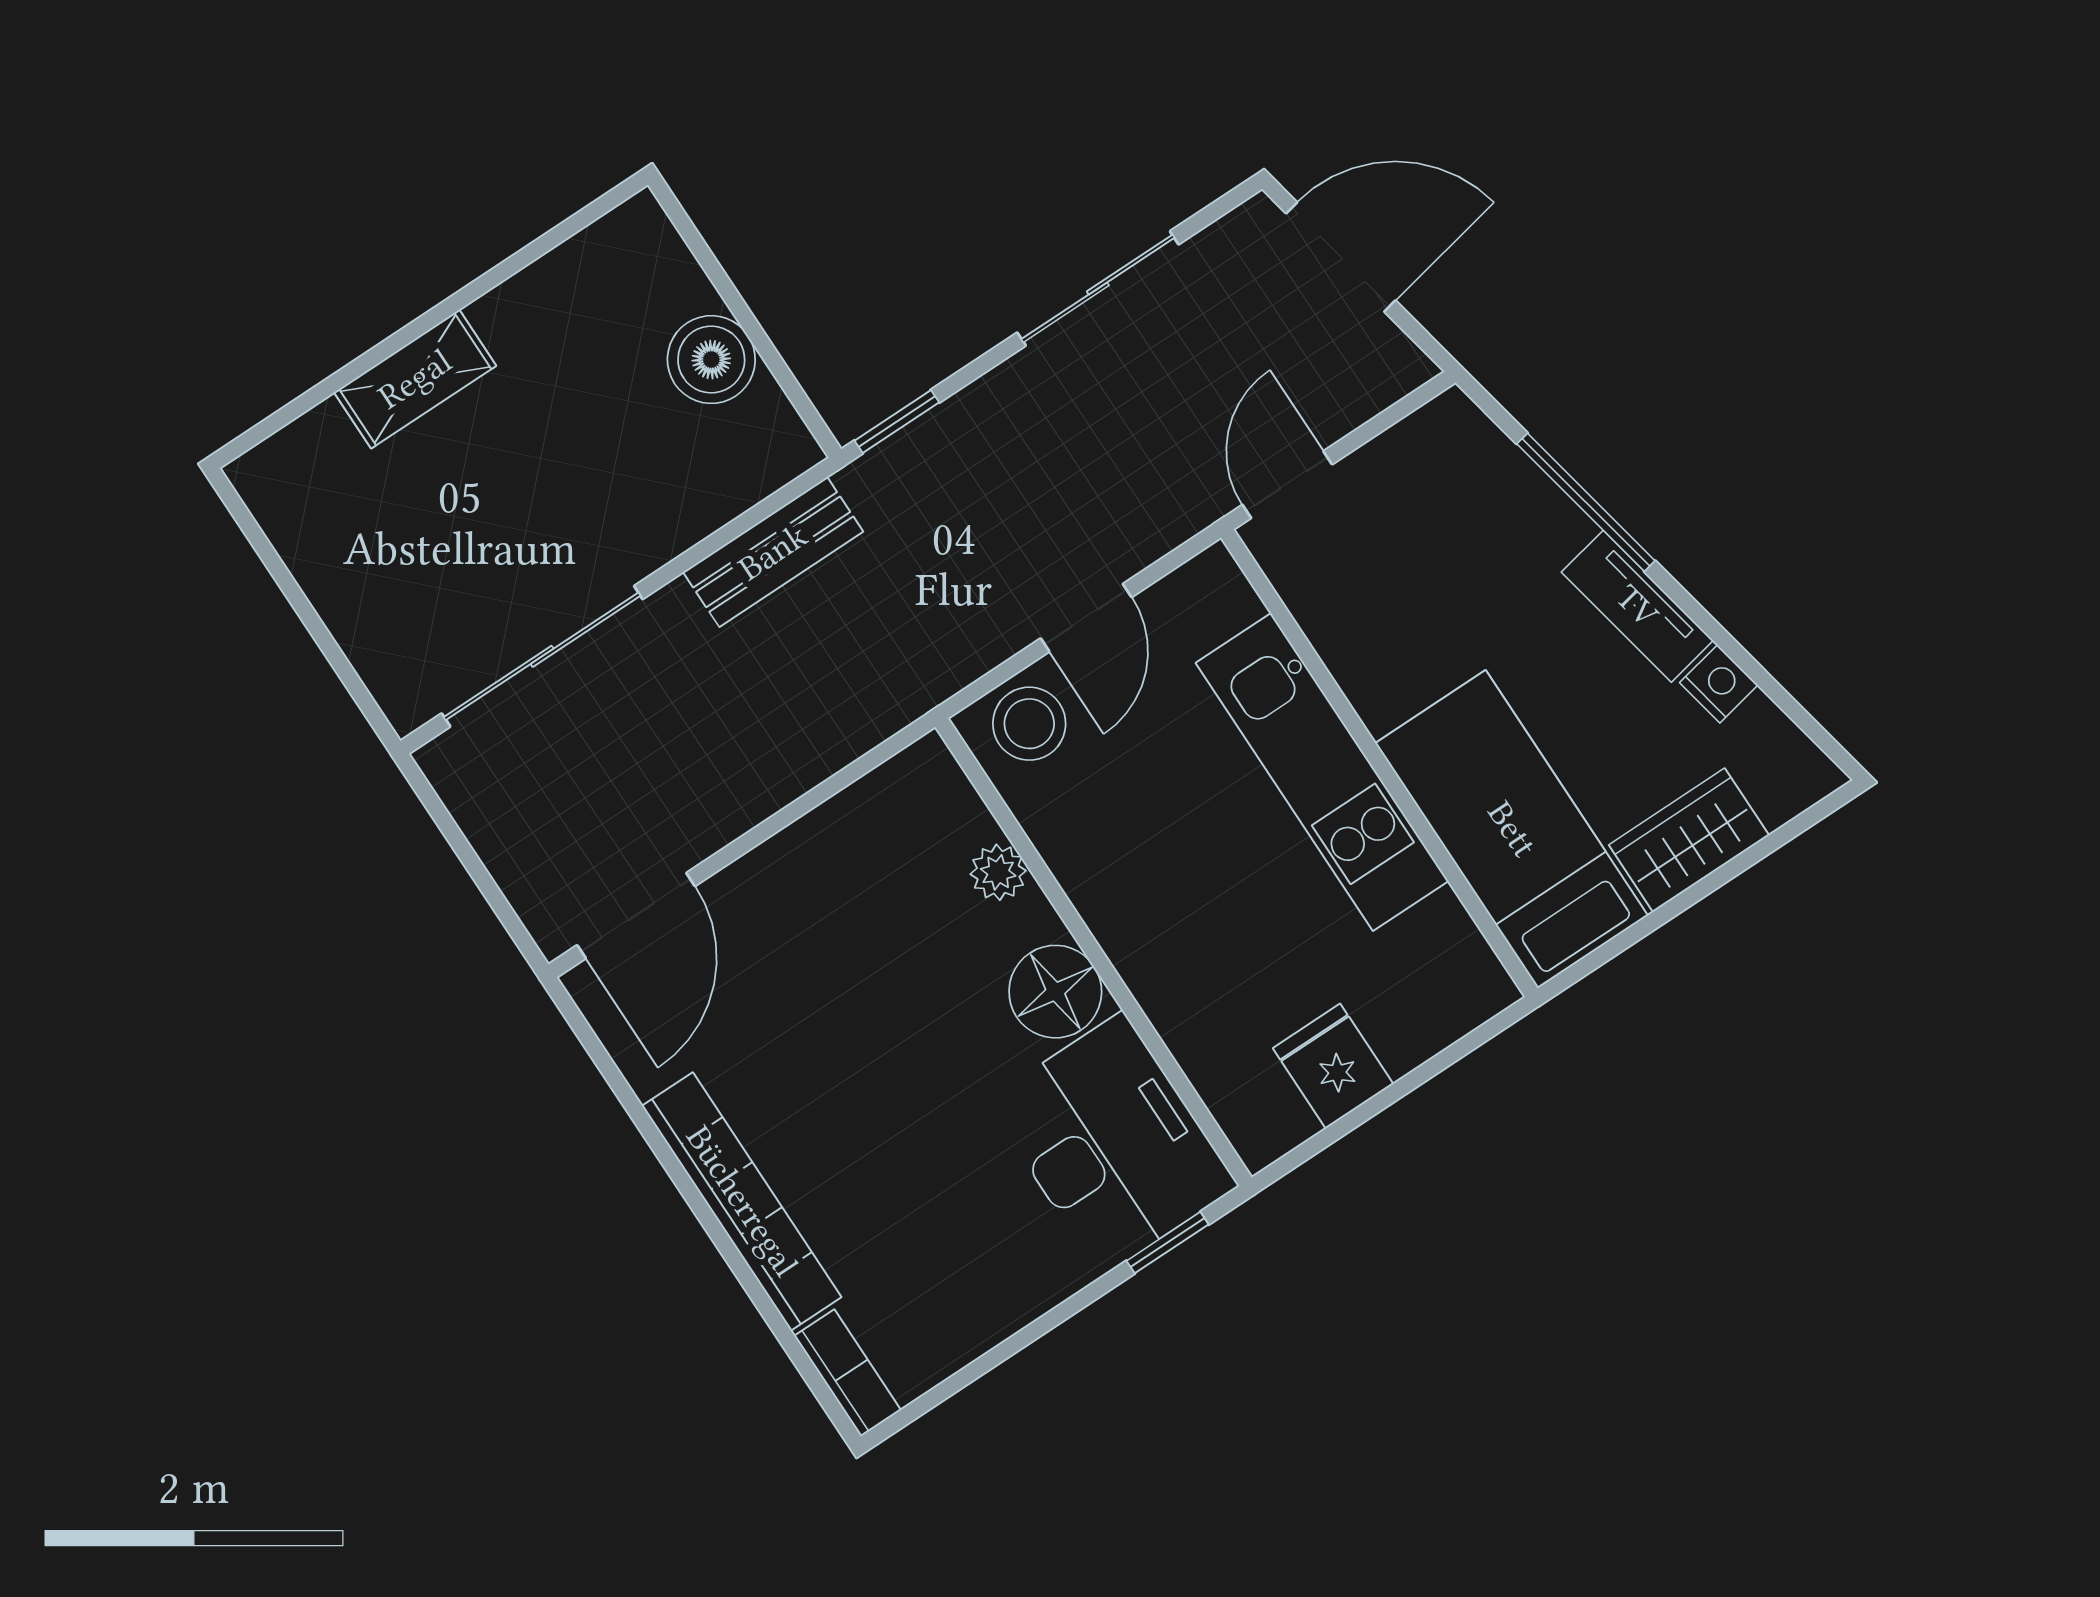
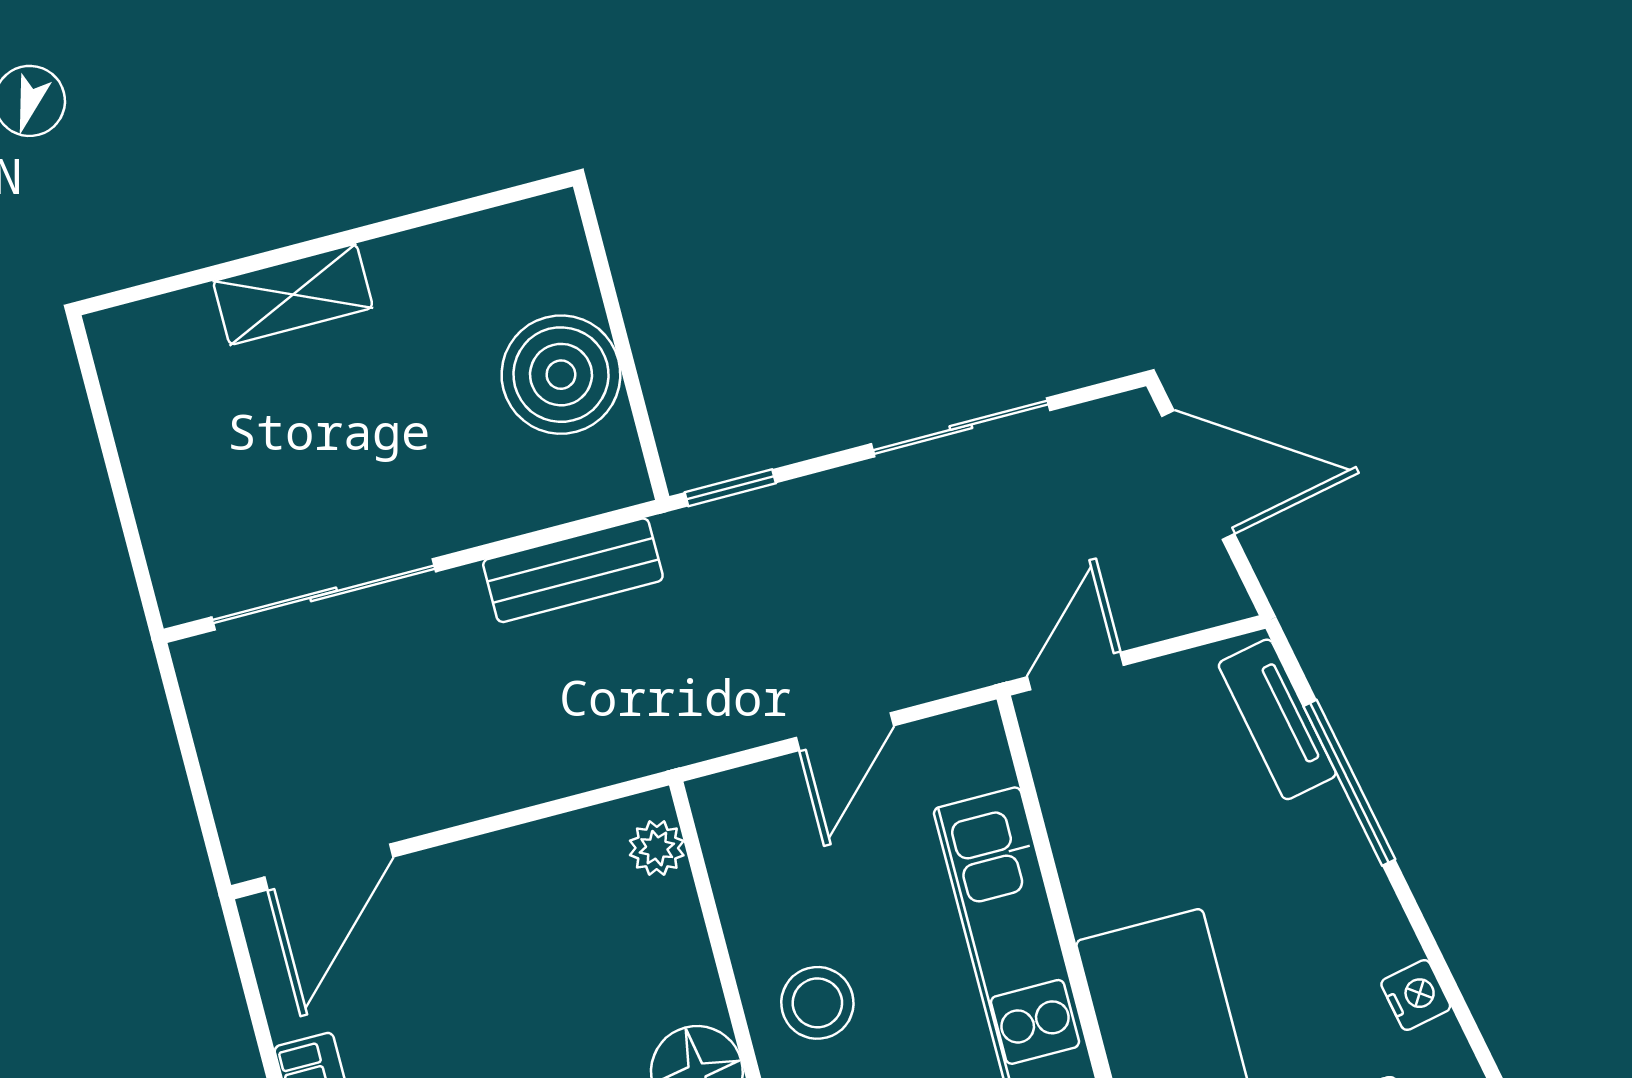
boiler: (711, 360) -> (561, 375), width x1.37, depth x1.37
tv unit: (1637, 606) -> (1277, 719), moved
stool: (1029, 724) -> (817, 1003), moved
plant: (998, 872) -> (657, 848), moved

